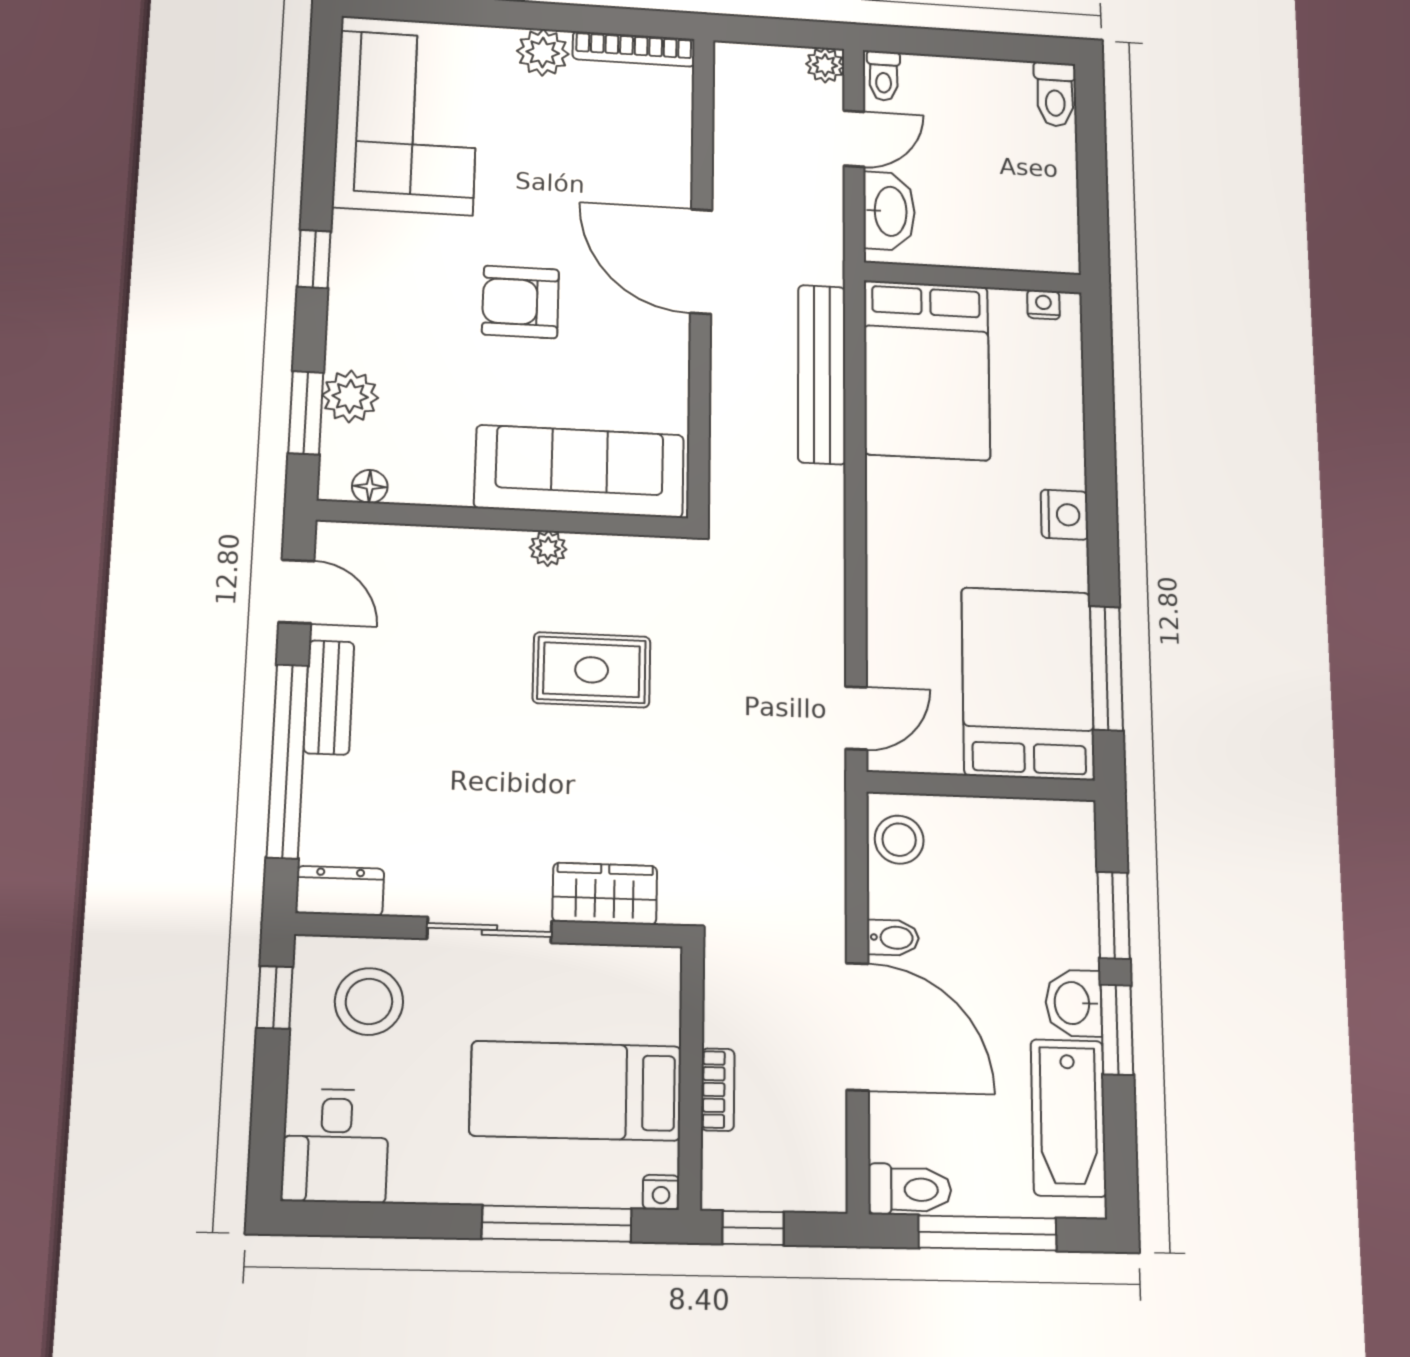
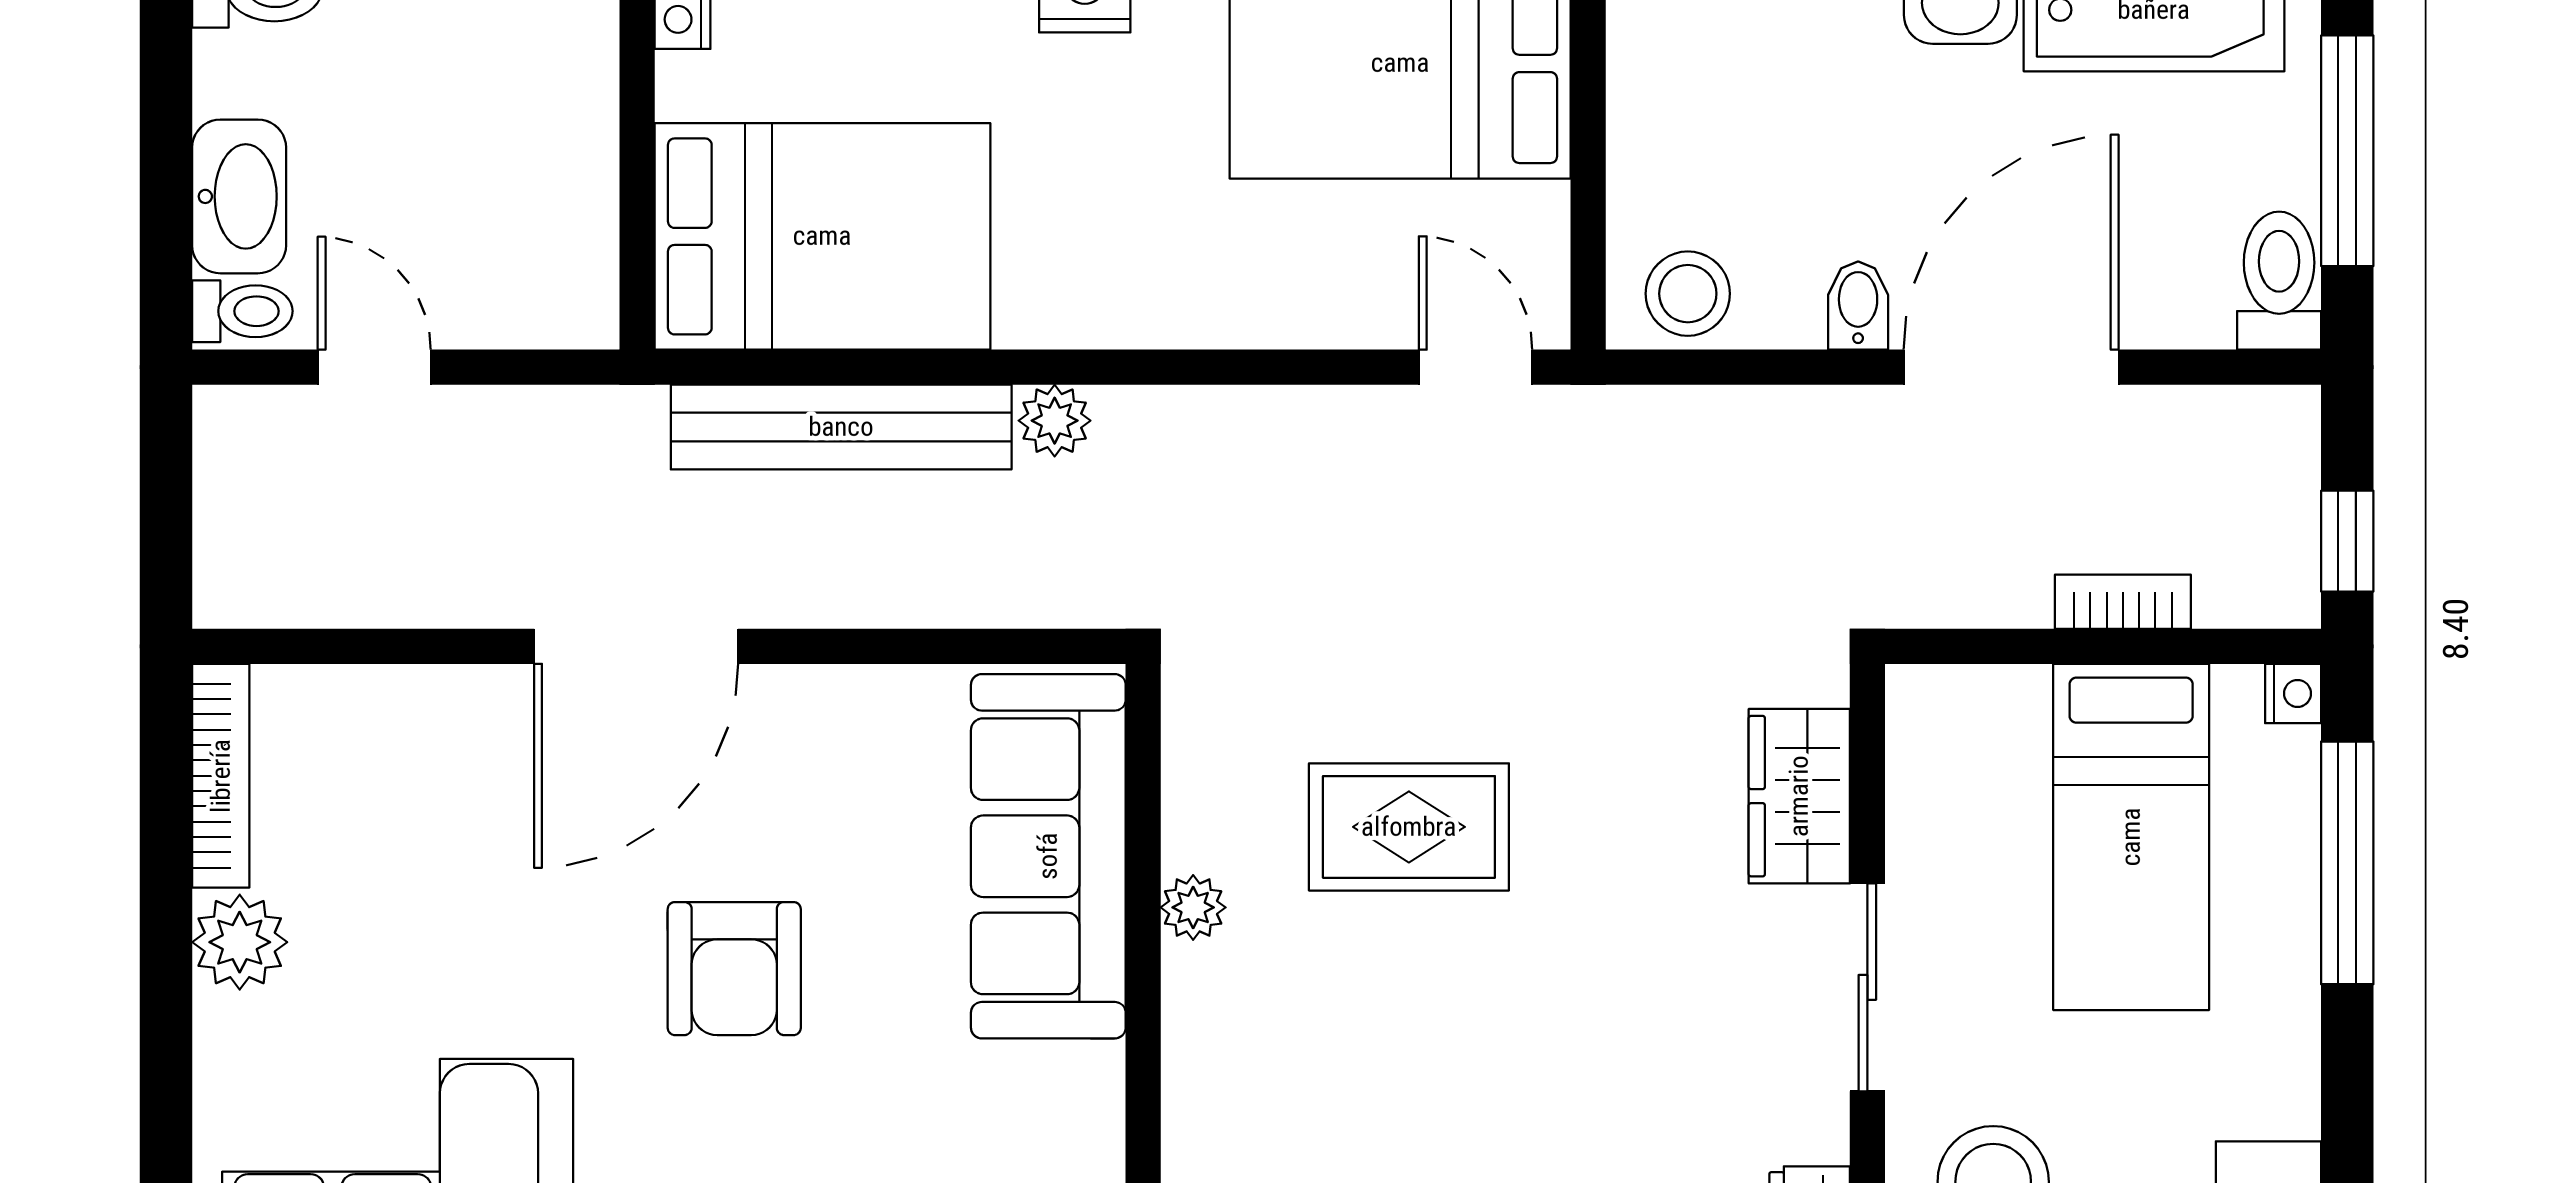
plant: (825, 65) -> (1055, 421), moved
washbasin: (889, 211) -> (239, 196), moved, turned 90
rug: (592, 670) -> (1409, 827), turned 90

